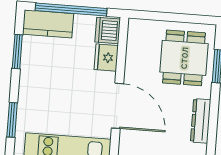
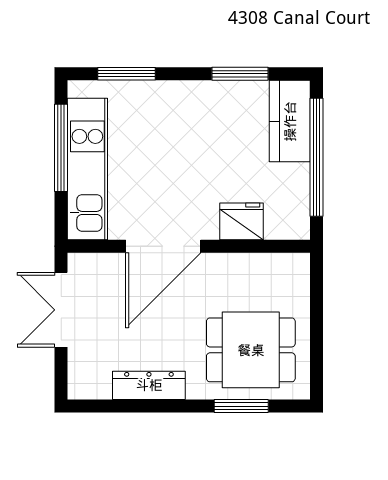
dishwasher: (108, 30) -> (286, 220), removed

